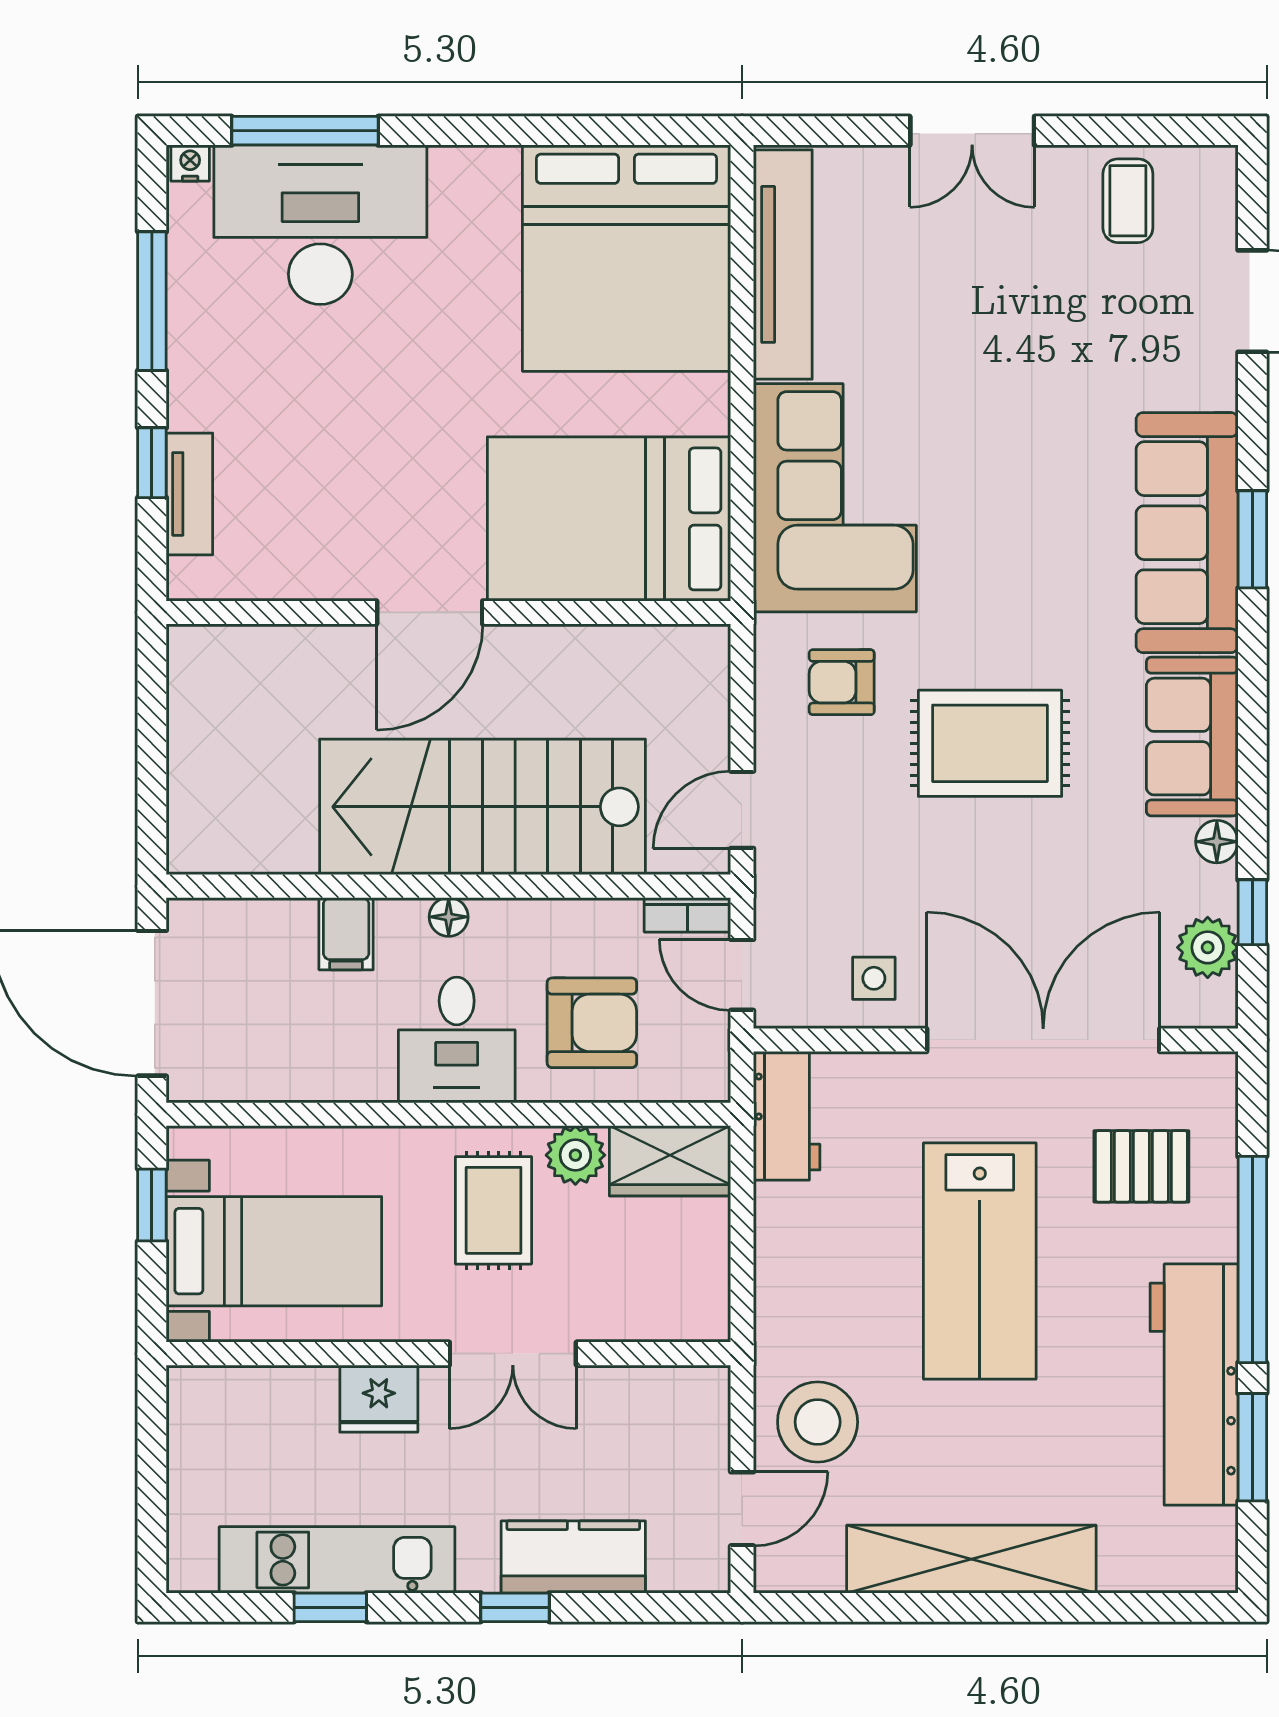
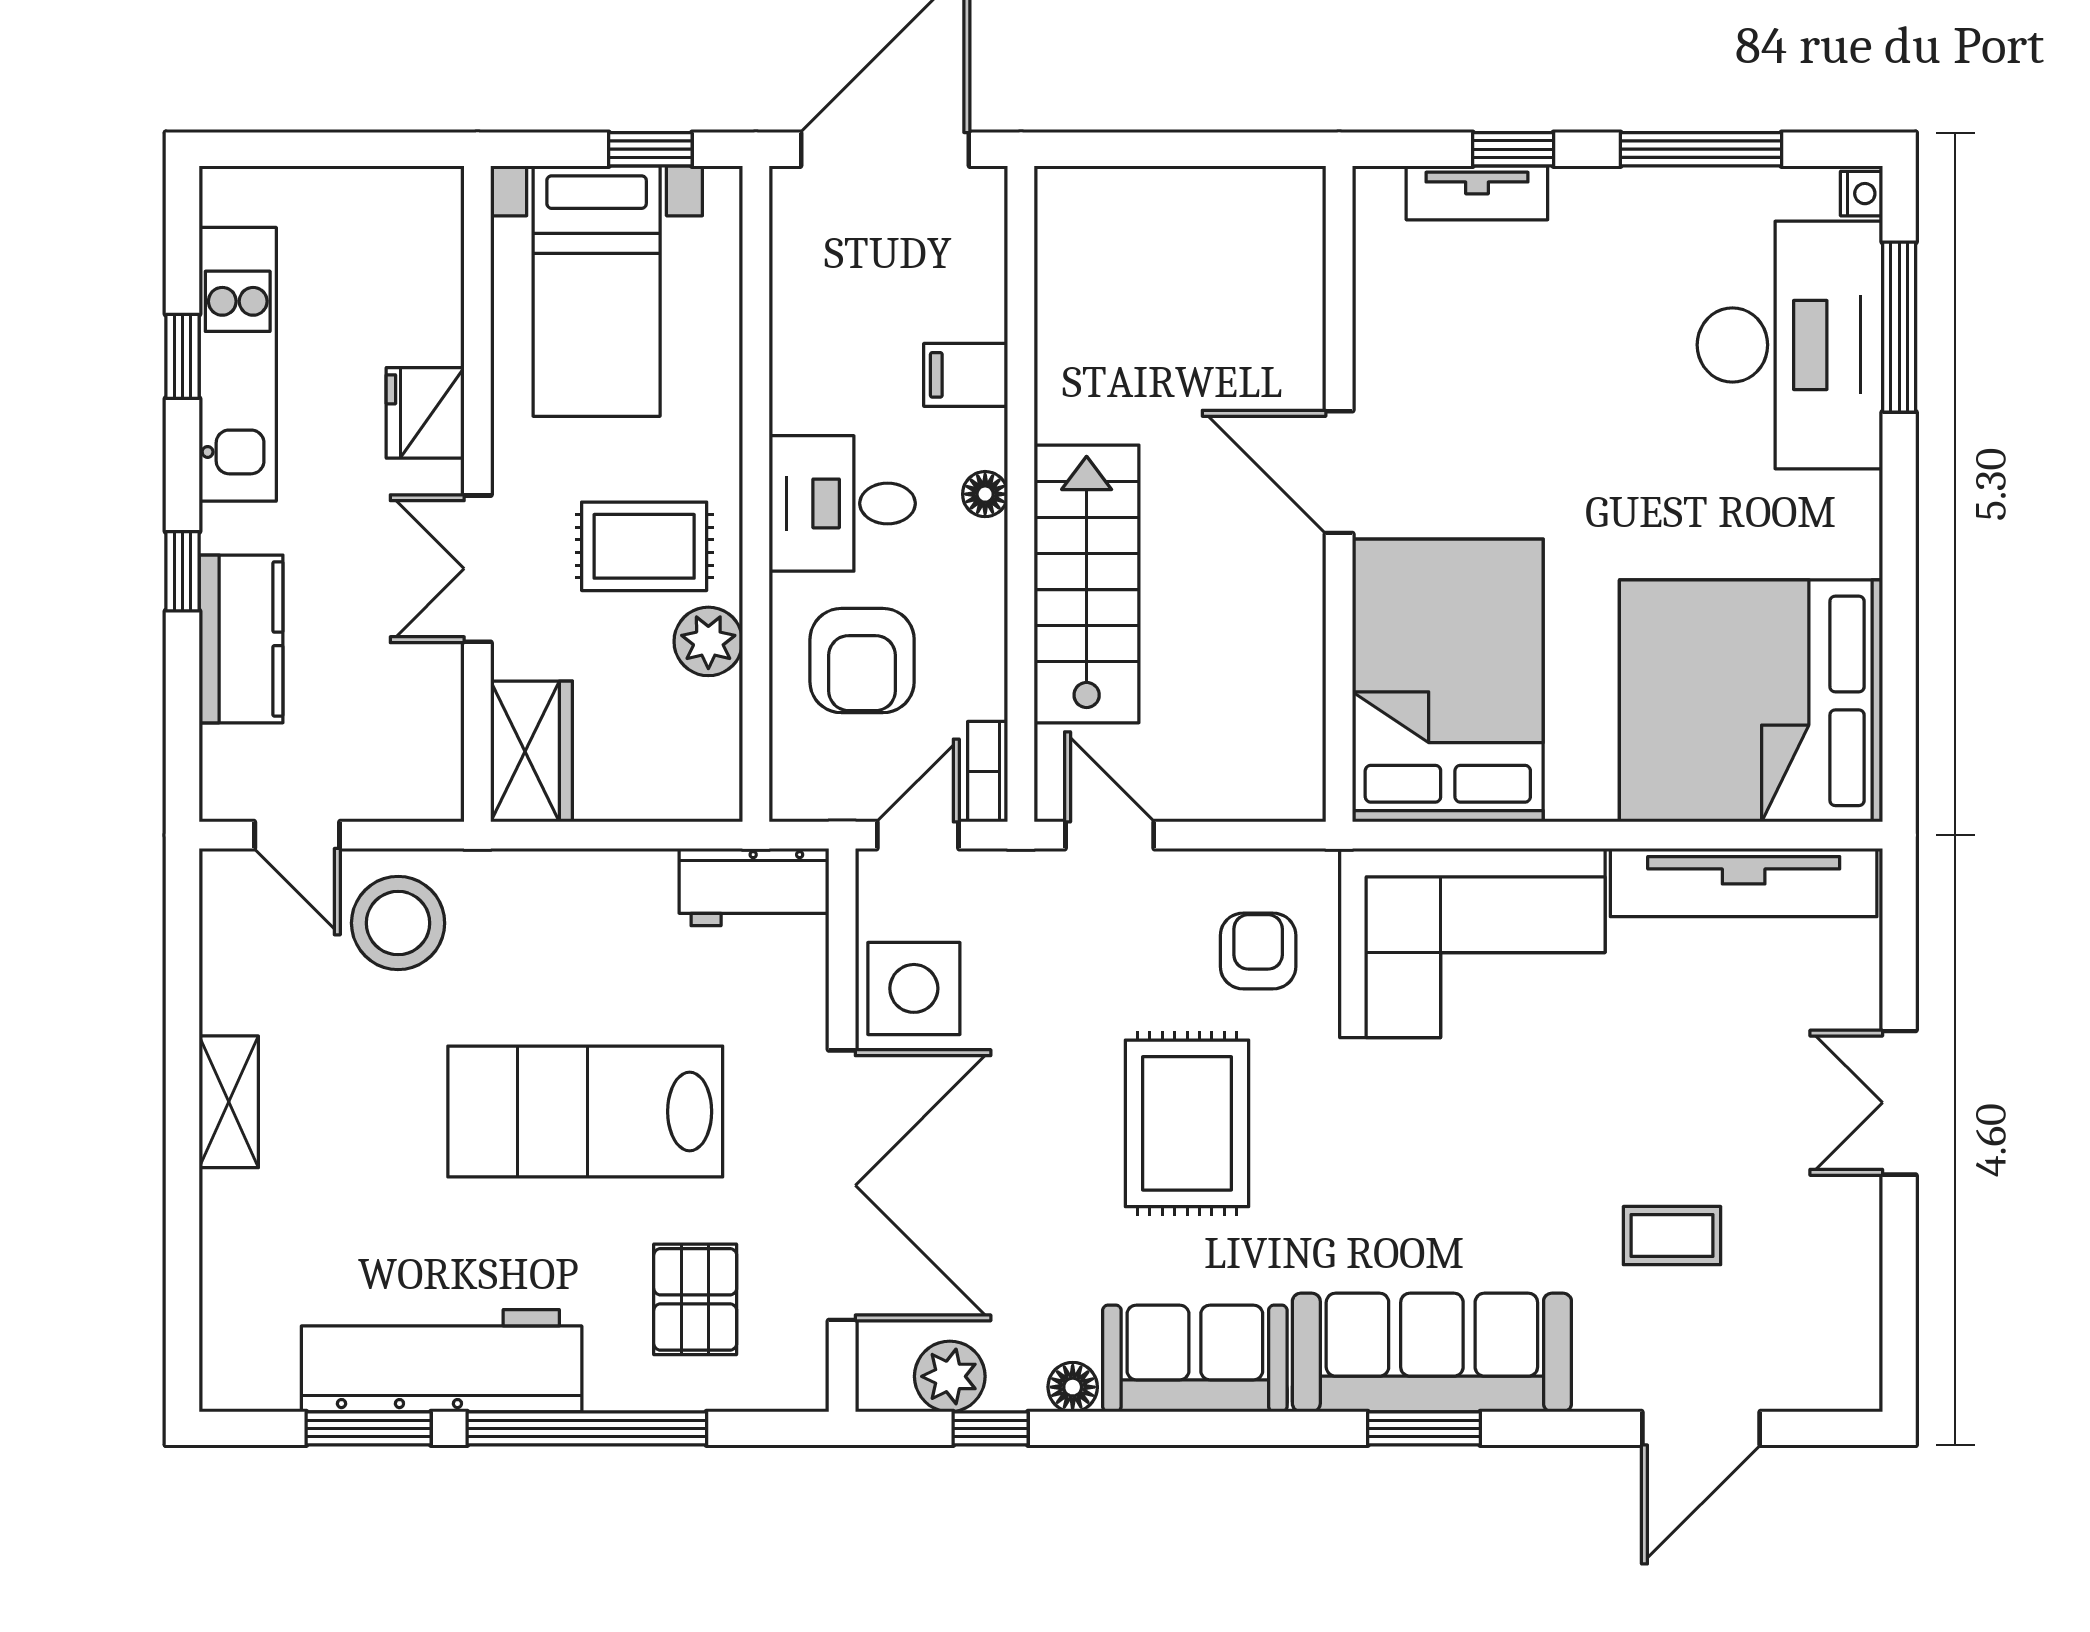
coffee table: (1128, 201) -> (1672, 1236), moved
stairs: (483, 807) -> (1087, 584), width x0.73, depth x0.66
side table: (874, 978) -> (914, 988), width x1.87, depth x1.87
wardrobe: (670, 1161) -> (532, 751), moved, turned 180
shelving: (971, 1559) -> (229, 1102), width x0.45, depth x0.75

